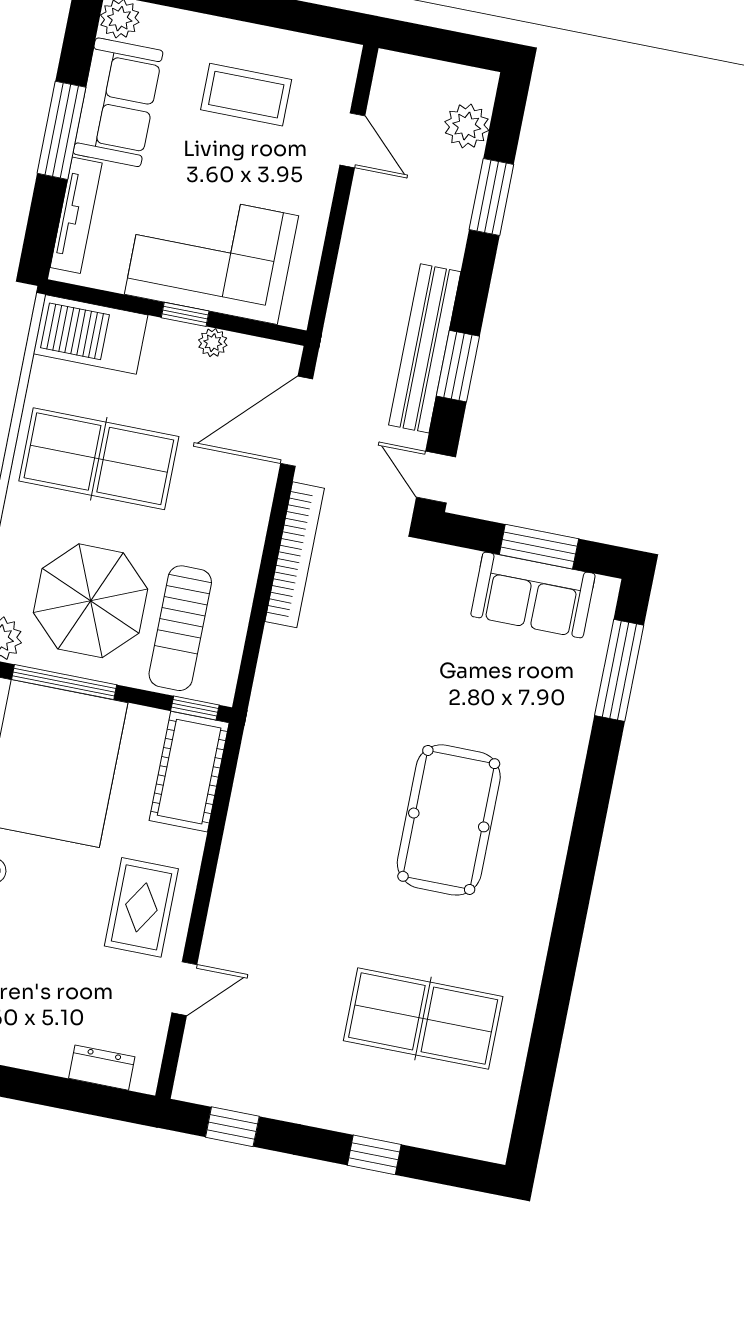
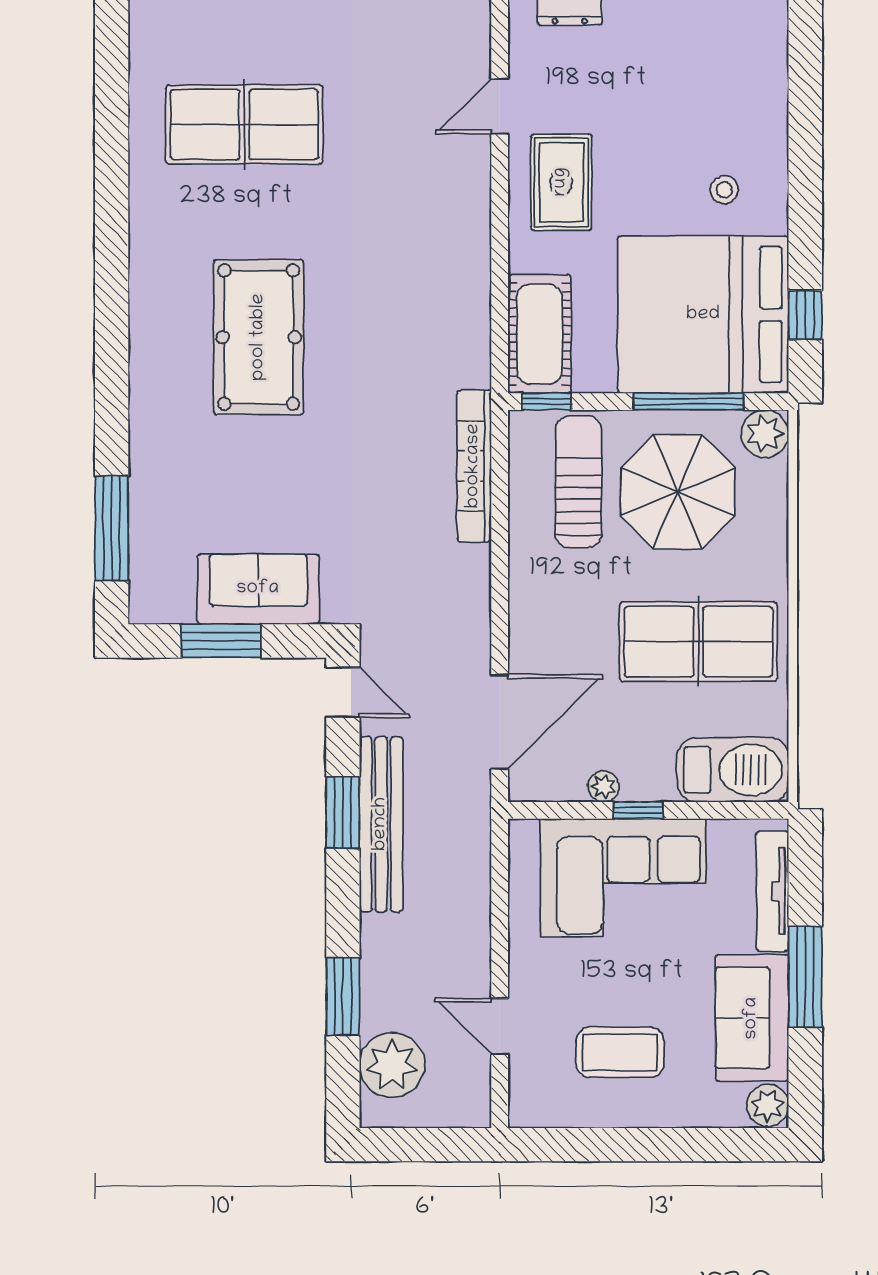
plant: (467, 126) -> (392, 1065), width x1.36, depth x1.36
bookcase: (295, 555) -> (474, 466), moved
sofa: (533, 595) -> (258, 589), moved

